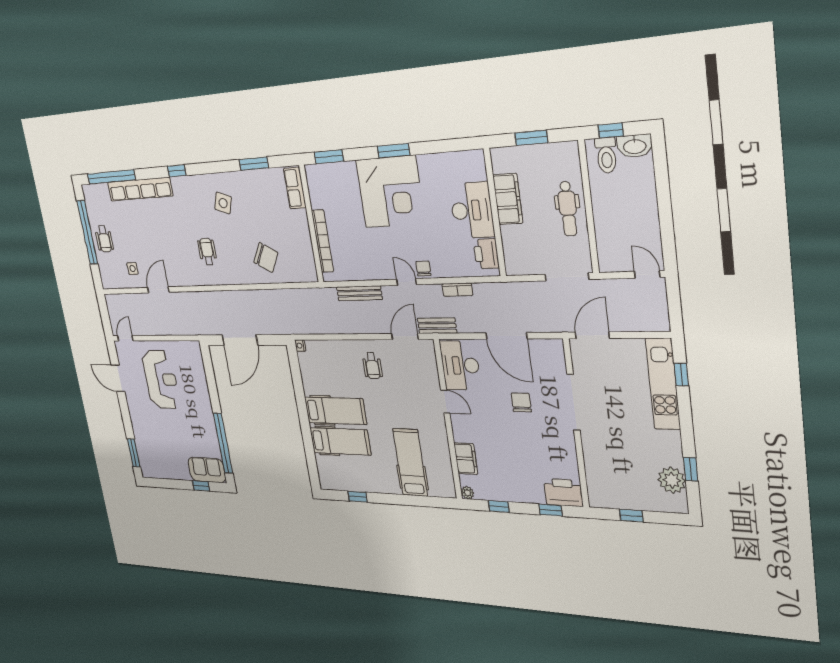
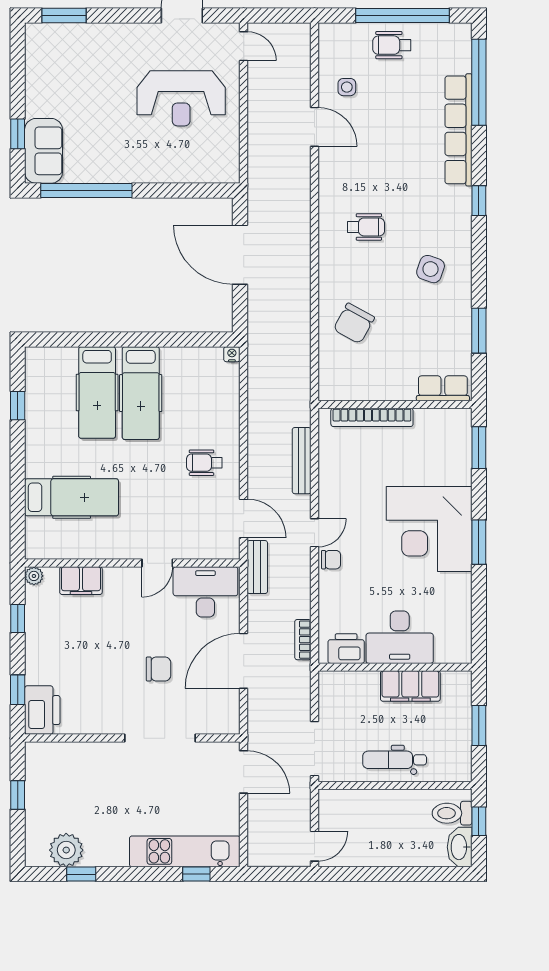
bookcase: (457, 290) -> (303, 640), moved

